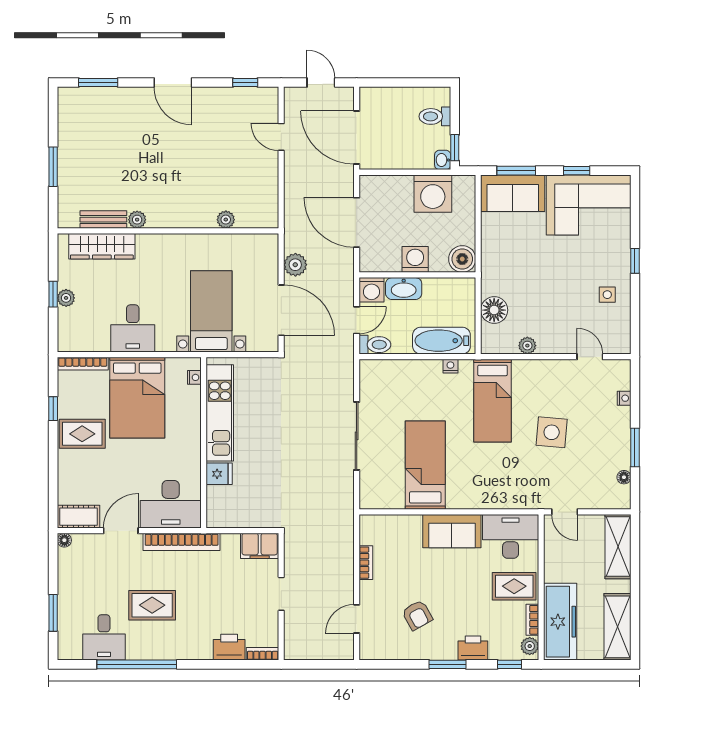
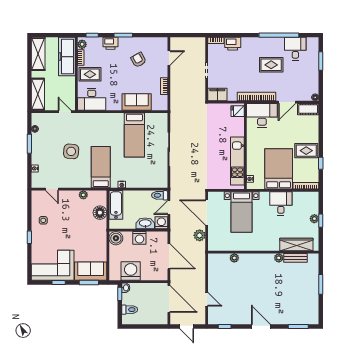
bathtub: (441, 341) -> (116, 205), moved, turned -90
fridge: (219, 474) -> (238, 111), moved
sofa: (452, 531) -> (137, 102), moved

